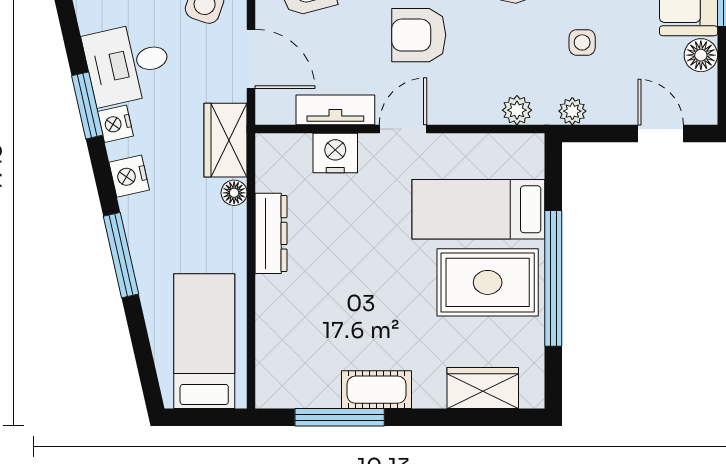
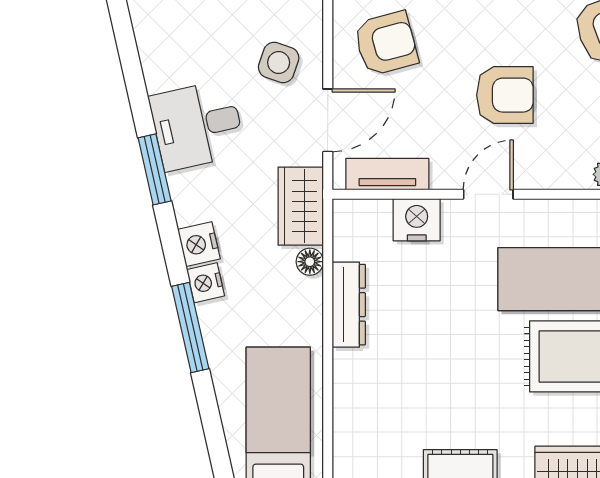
armchair: (419, 35) -> (505, 95), turned 180
door: (251, 59) -> (328, 120), hinge flipped
tv unit: (335, 110) -> (387, 174), moved
nightstand: (115, 124) -> (206, 283), moved

